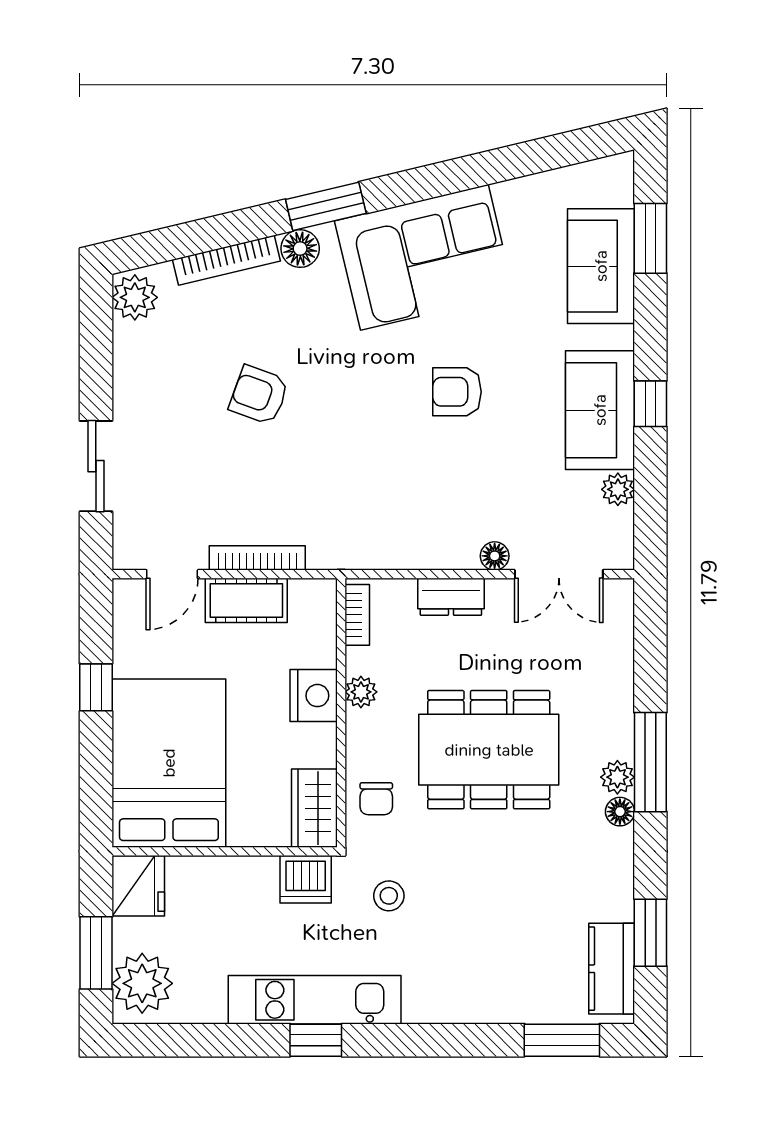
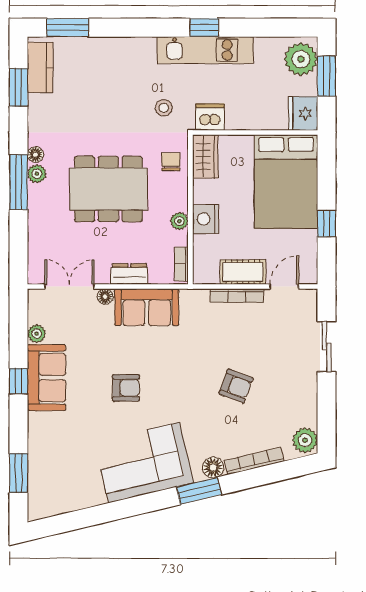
sofa: (601, 266) -> (147, 307), moved, turned 90

